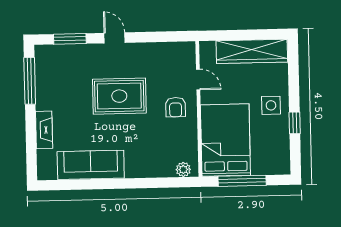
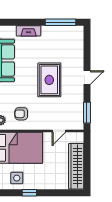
window: (70, 39) -> (87, 113), moved
side table: (271, 105) -> (17, 178), moved
armchair: (176, 107) -> (21, 114), moved

